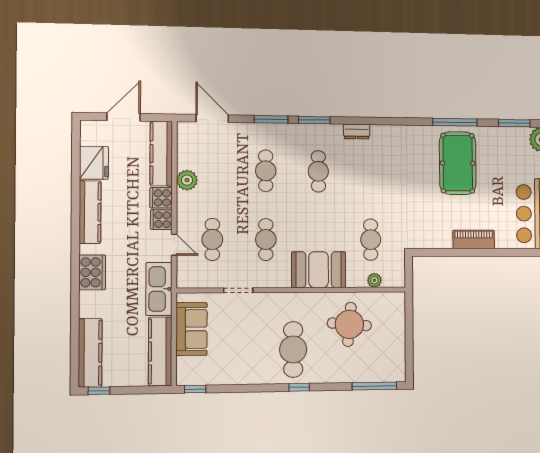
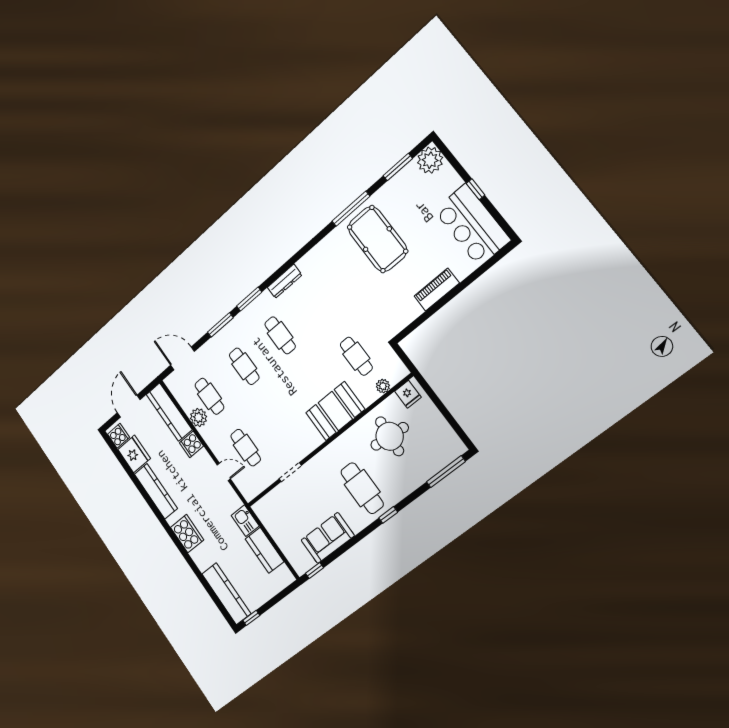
dresser: (357, 132) -> (285, 281), width x1.44
cooker: (161, 220) -> (119, 436), moved, turned 180
cafe table: (266, 240) -> (209, 396), moved
kitchen sink: (159, 289) -> (245, 521), width x0.53, depth x0.81
fridge: (390, 302) -> (408, 394), added
sofa: (192, 329) -> (328, 538), moved, turned -90
kitchen counter: (160, 351) -> (264, 550), width x0.67

